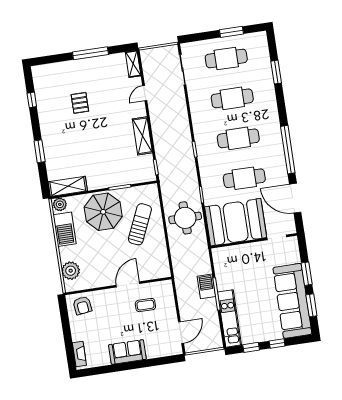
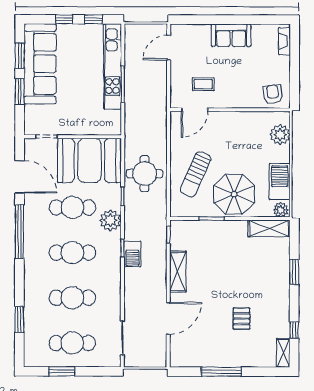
shelving: (133, 64) -> (283, 353), moved
door: (145, 93) -> (168, 318), width x1.87
plant: (209, 172) -> (110, 220), added
door: (128, 284) -> (195, 110), moved
barbecue: (206, 286) -> (132, 254), moved
kitchen unit: (229, 318) -> (113, 66), width x1.36

